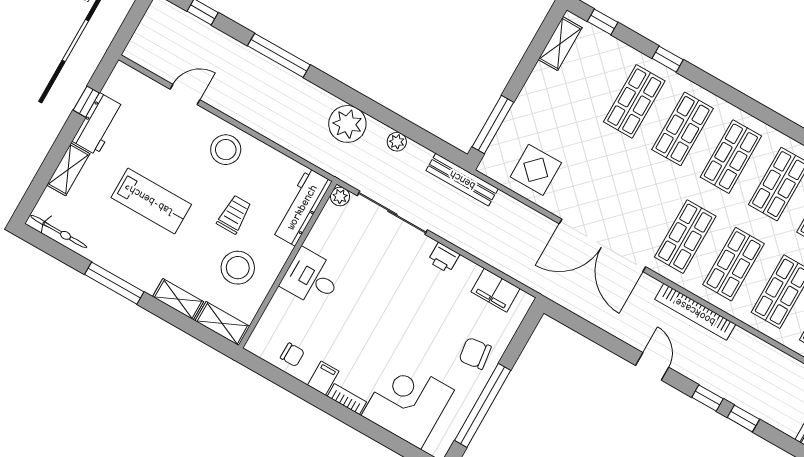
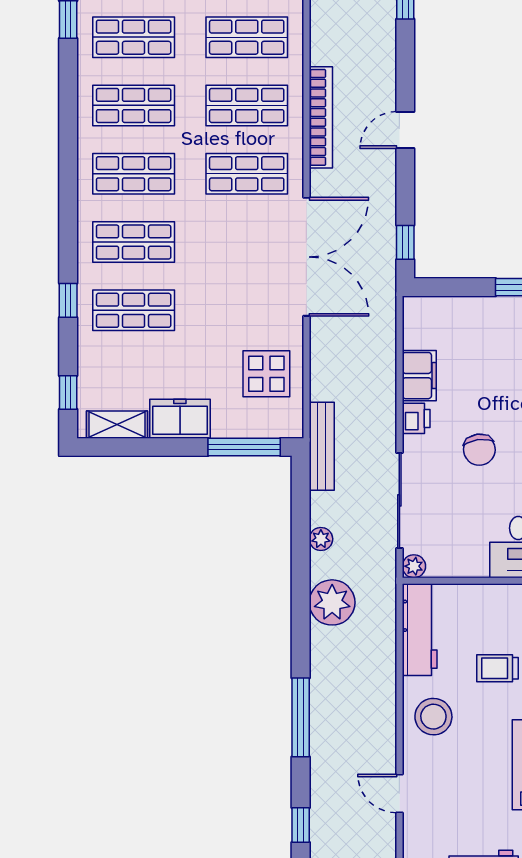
freezer: (539, 90) -> (180, 419), added
workbench: (302, 207) -> (420, 630), moved, turned -90
filing cabinet: (496, 290) -> (419, 376), moved
chair: (475, 353) -> (479, 450), moved
window: (708, 398) -> (405, 242), moved

